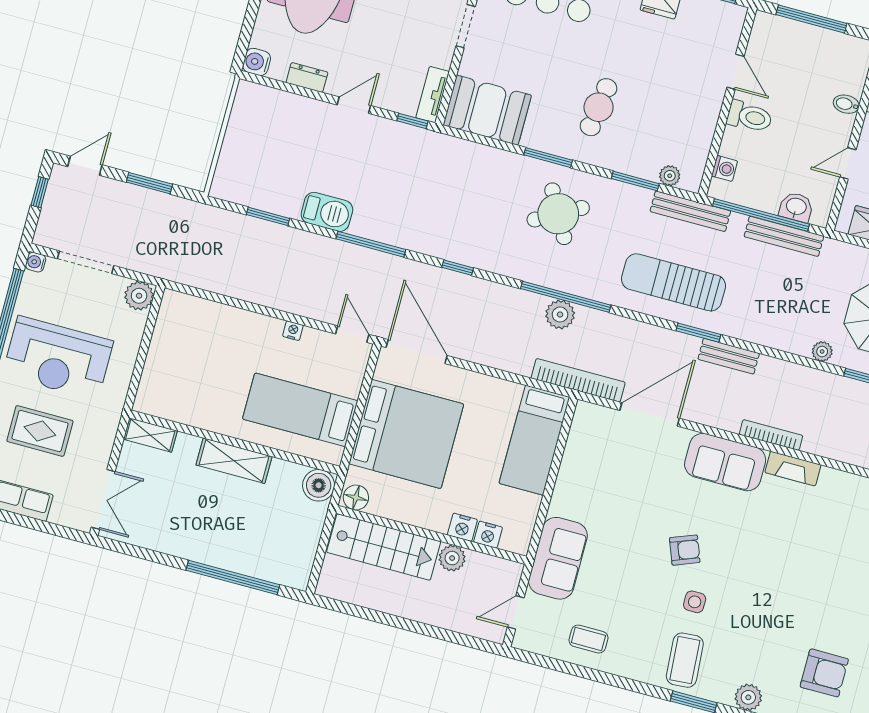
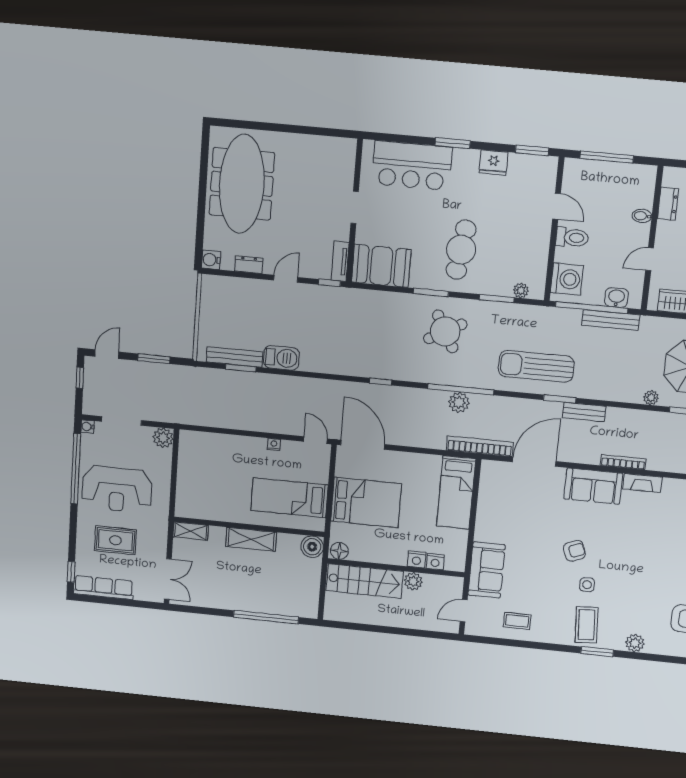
cafe table: (599, 107) -> (461, 250), width x1.37, depth x1.35
washing machine: (724, 168) -> (567, 279), width x1.89, depth x1.89
bench: (690, 211) -> (235, 357), moved
window: (371, 244) -> (316, 375), removed
bed: (406, 434) -> (366, 502), width x0.73

